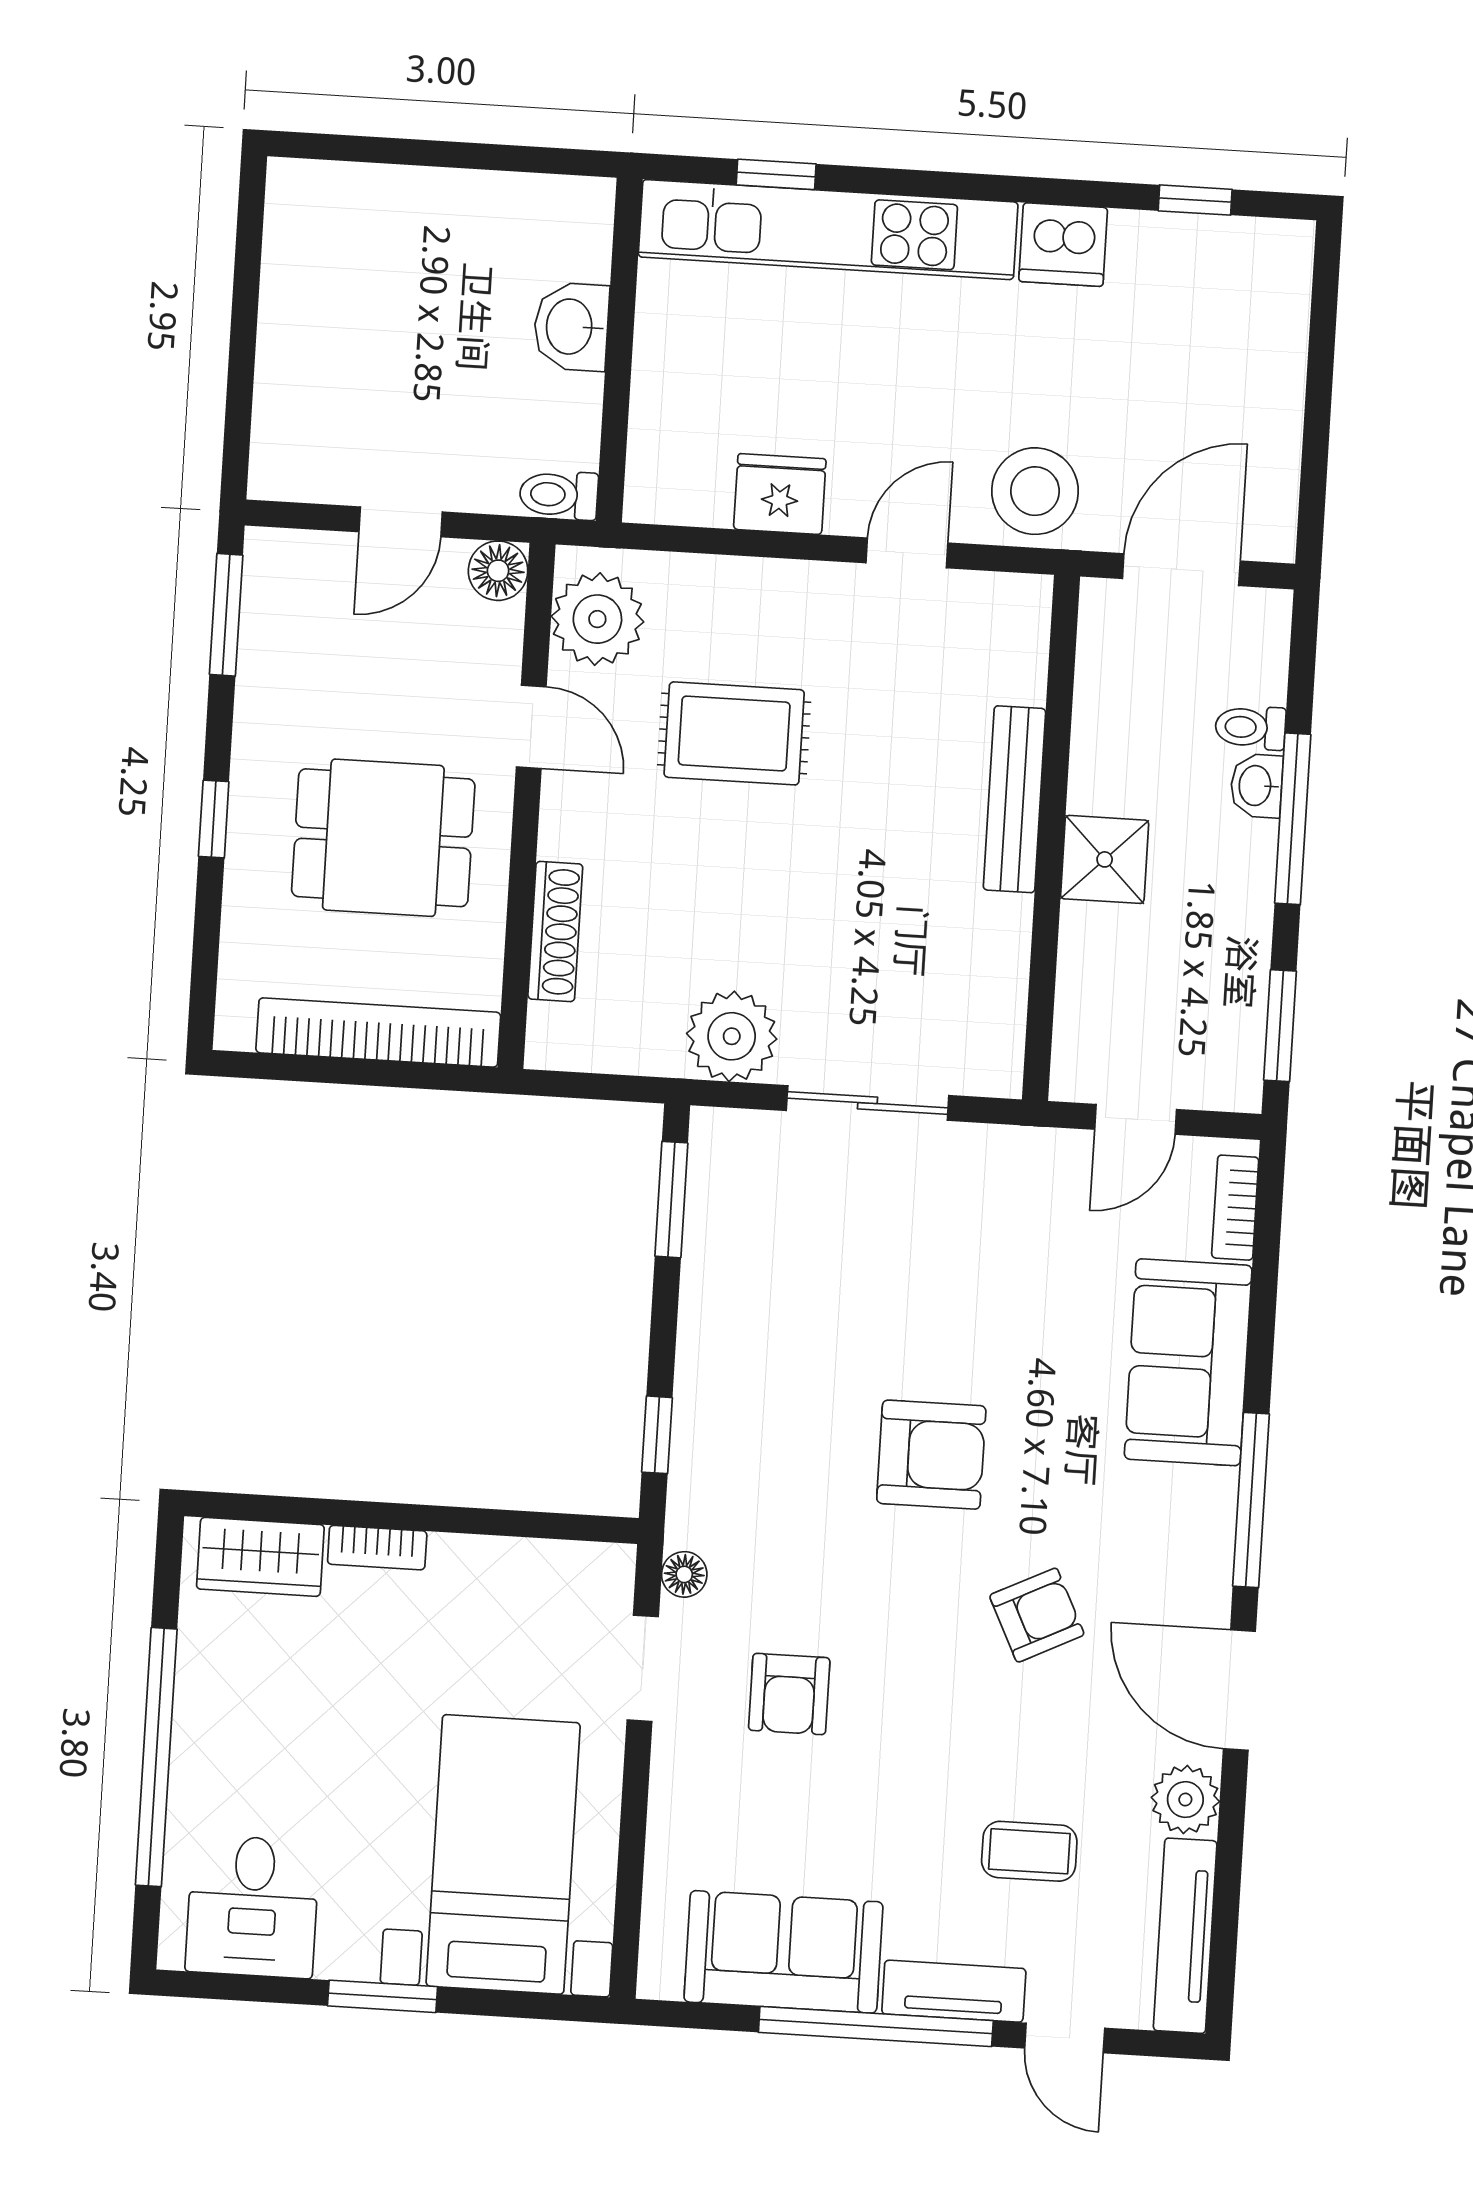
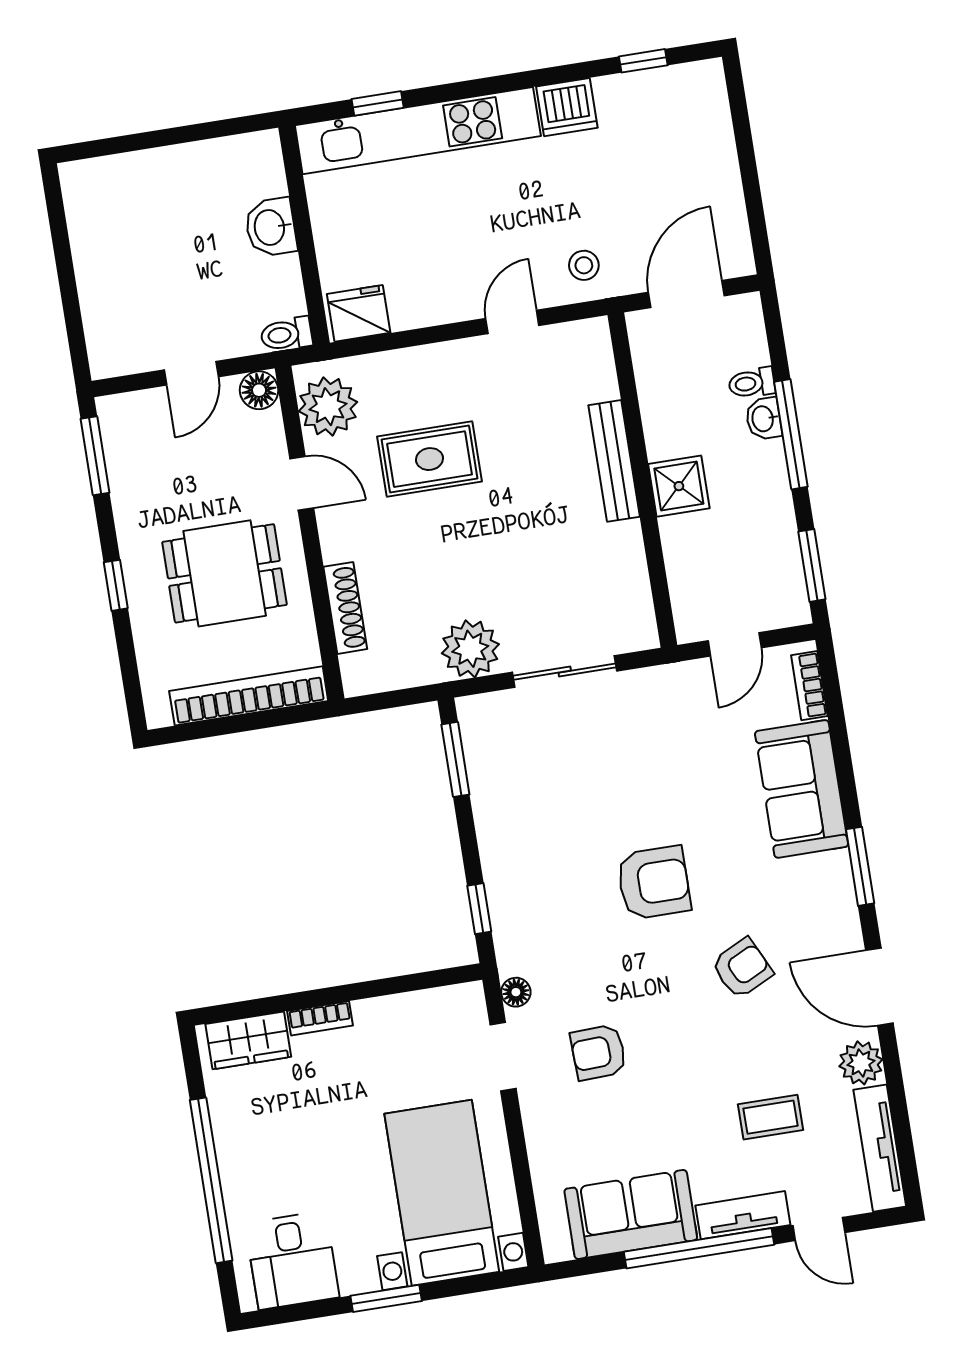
stool: (1035, 491) -> (584, 265), width x0.53, depth x0.53
fridge: (780, 494) -> (359, 313), moved
window: (1251, 1500) -> (860, 866), width x0.69
armchair: (789, 1694) -> (598, 1052), turned 88

